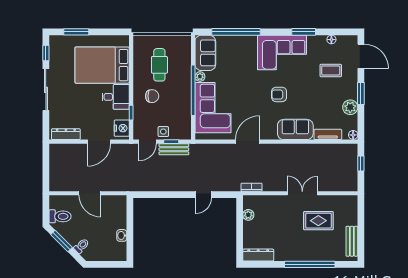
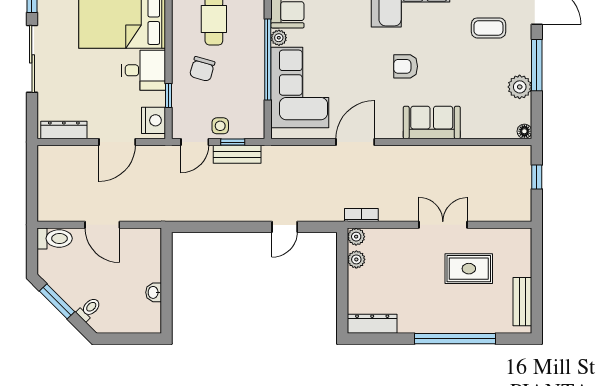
window: (361, 94) -> (537, 65), width x1.44
chair: (152, 96) -> (202, 69), turned 106
tv unit: (328, 134) -> (484, 130), removed
plant: (248, 201) -> (356, 237), added
toilet: (60, 216) -> (55, 238), moved

